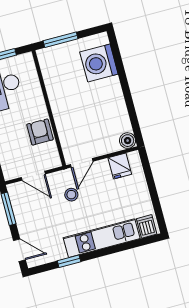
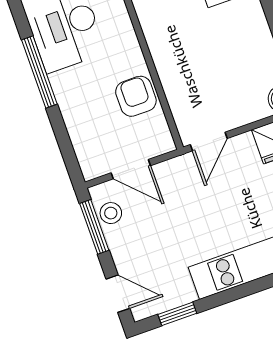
stool: (71, 195) -> (111, 213), moved
window: (69, 261) -> (177, 314), moved

